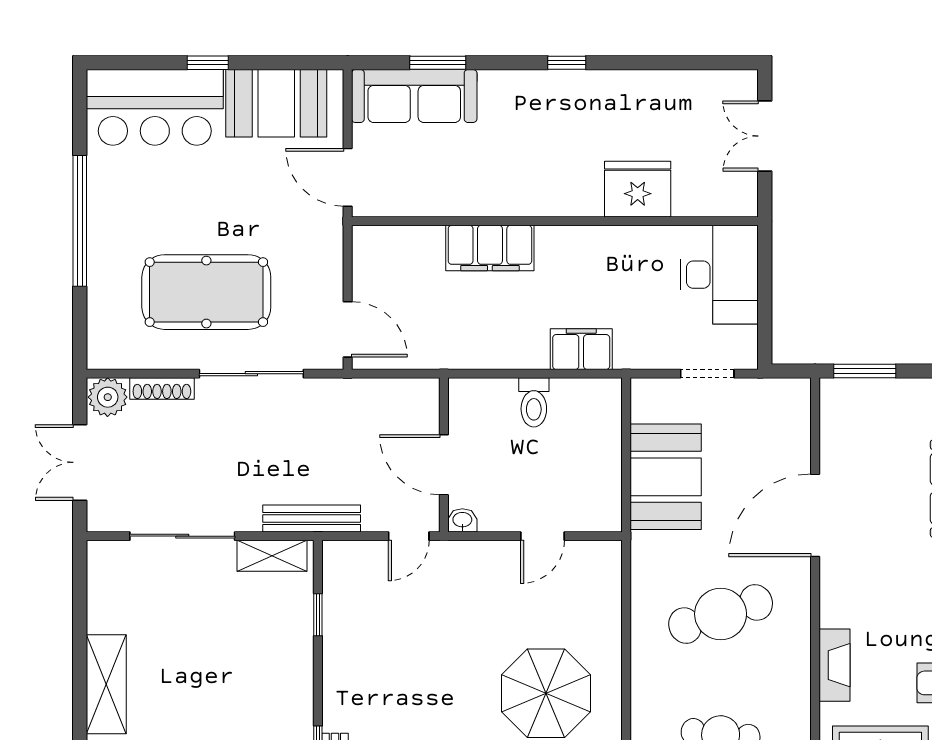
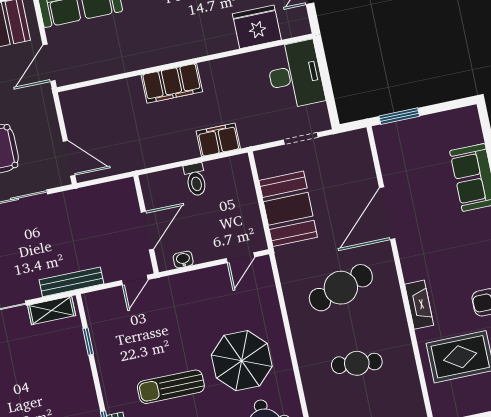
door: (348, 177) -> (49, 63), hinge flipped
fridge: (638, 189) -> (257, 27), moved
filing cabinet: (490, 248) -> (172, 83), moved
door: (444, 465) -> (147, 231), swing flipped
washbasin: (462, 520) -> (183, 260), moved
door: (543, 536) -> (240, 258), moved
sun lounger: (430, 710) -> (171, 387), added

